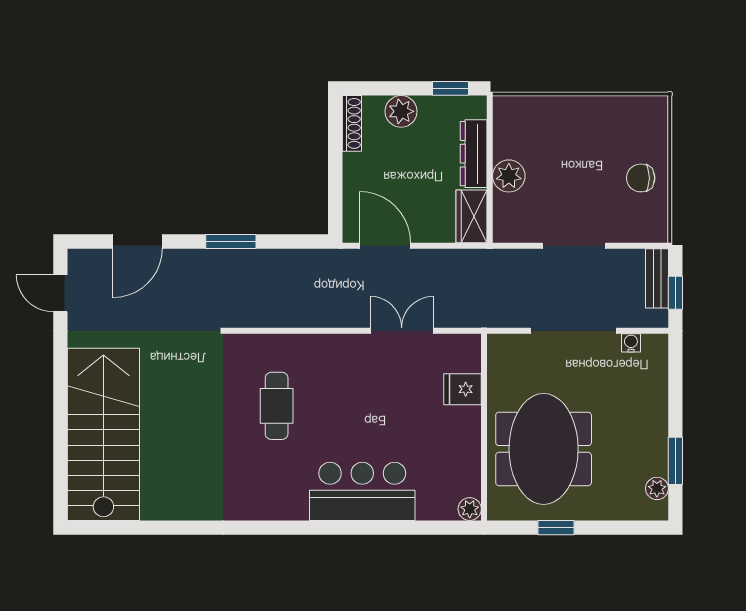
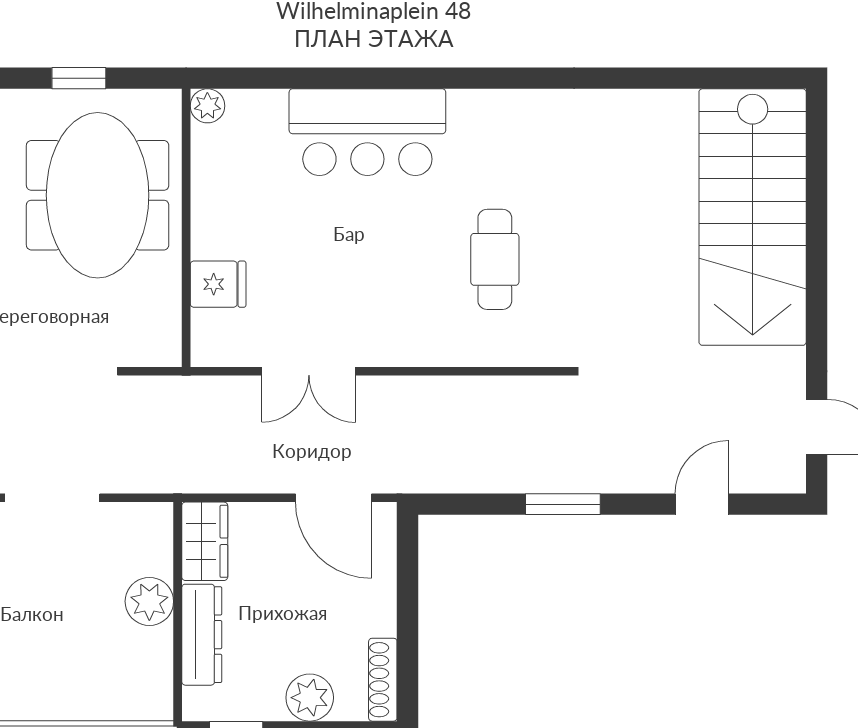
door: (138, 241) -> (702, 504), width x0.73

